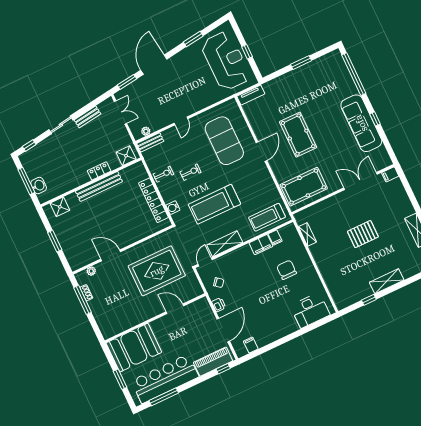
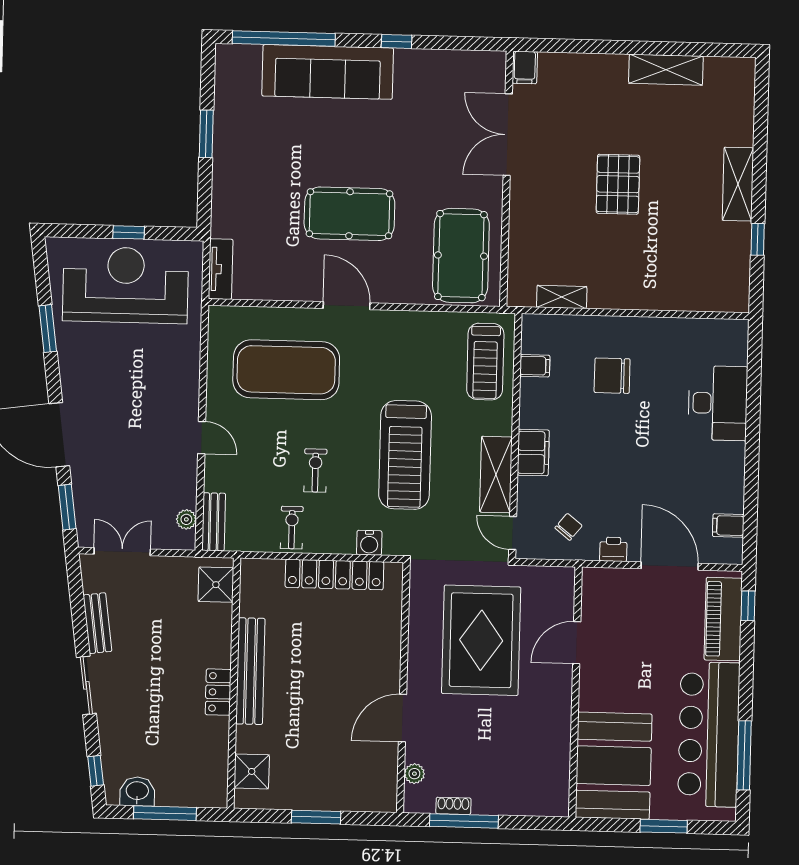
sofa: (361, 123) -> (328, 72), moved
locker: (99, 171) -> (218, 692), moved
washbasin: (39, 185) -> (137, 791), moved
filing cabinet: (261, 245) -> (533, 453), moved
desk: (310, 310) -> (718, 403), moved

